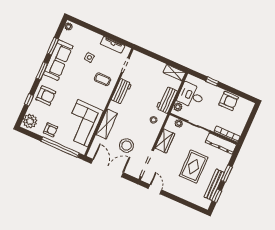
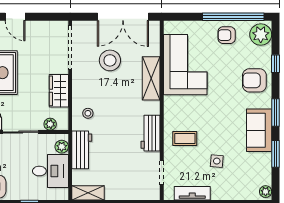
sofa: (58, 60) -> (259, 130), width x0.73
window: (60, 147) -> (233, 17), moved
door: (155, 189) -> (15, 17), moved

